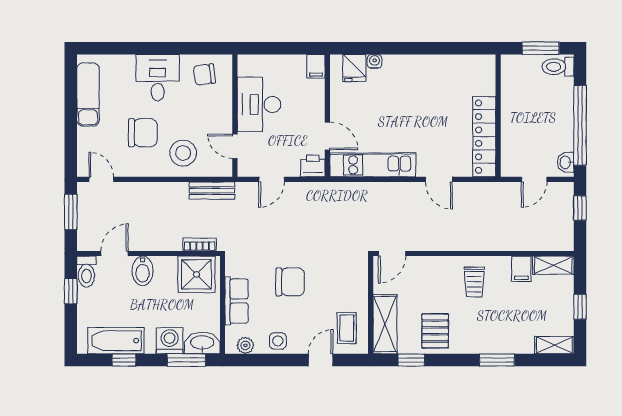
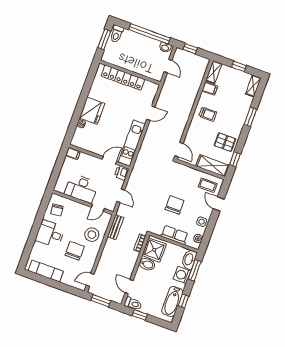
fridge: (354, 68) -> (92, 111), moved, width x1.88, depth x1.34
locker: (484, 137) -> (123, 78), moved
bidet: (143, 271) -> (147, 264), moved

